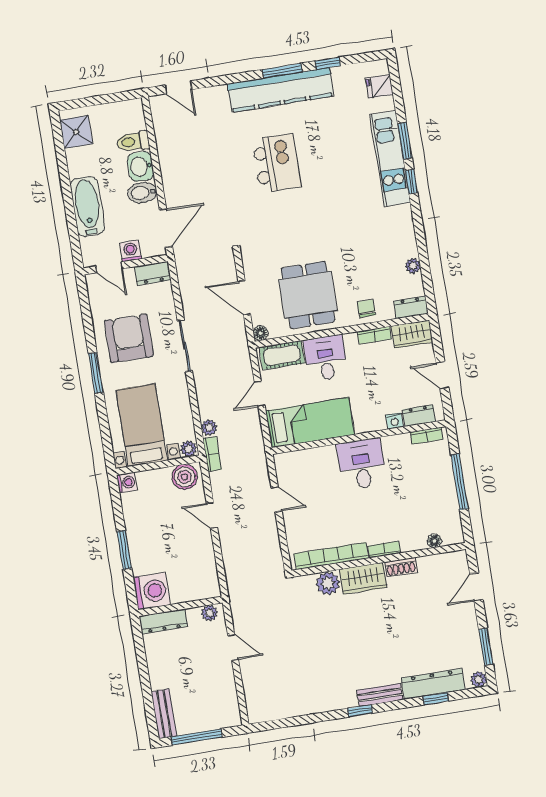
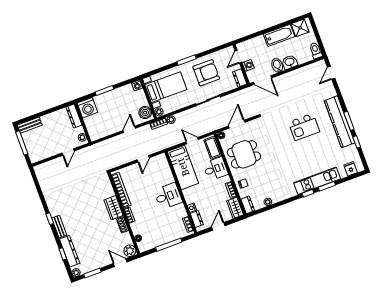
toilet: (133, 142) -> (316, 50), moved
bathtub: (87, 206) -> (279, 35), moved
plant: (328, 583) -> (130, 251), moved

